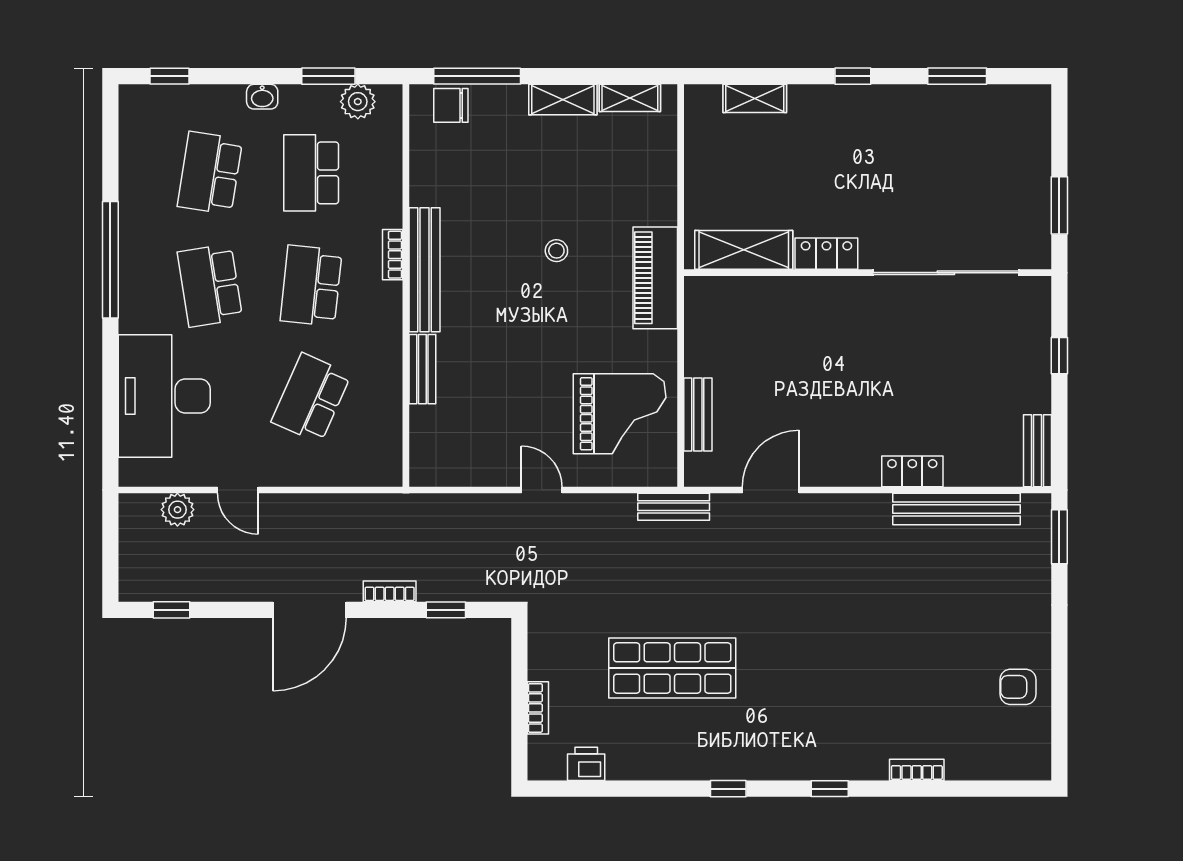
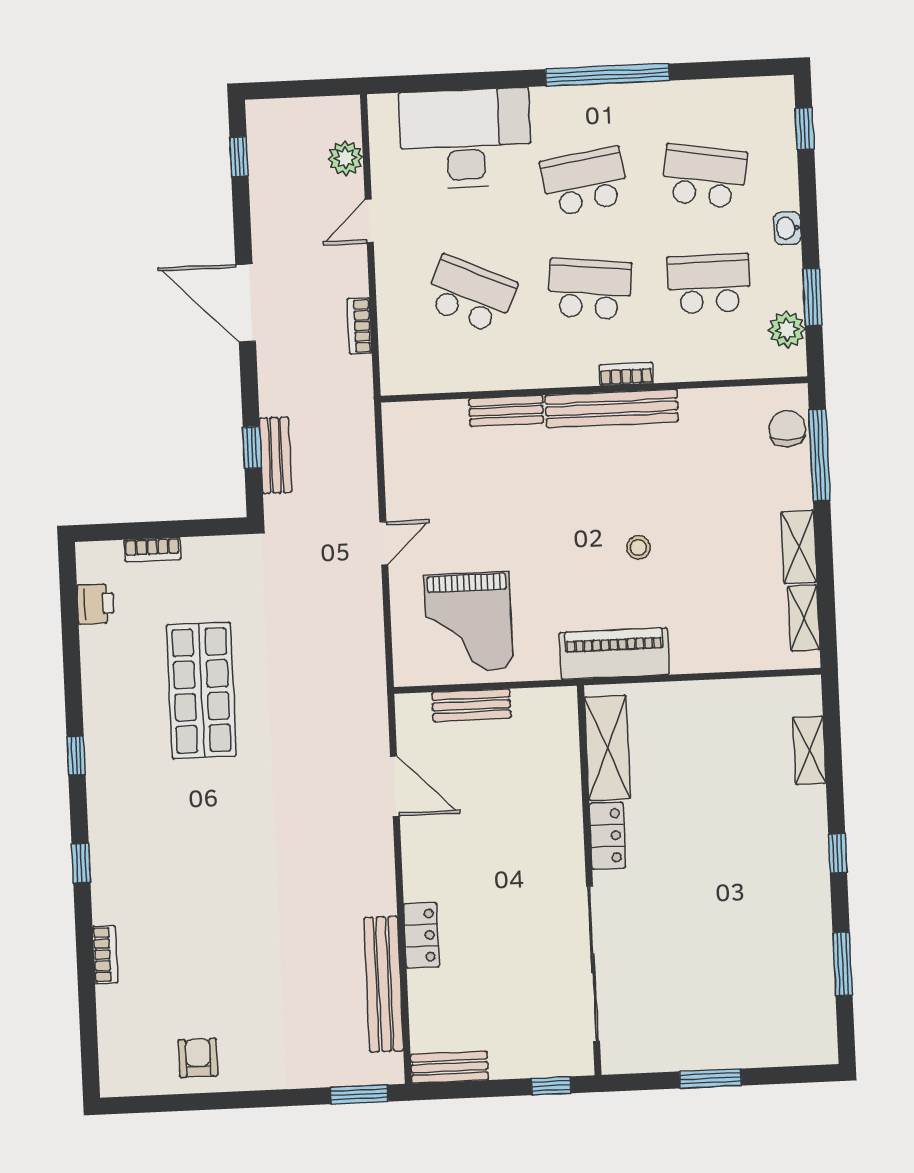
shelving: (744, 250) -> (607, 748), moved
locker: (826, 254) -> (607, 836), moved
wall: (868, 273) -> (589, 880), moved
sliding door: (946, 273) -> (593, 963), moved
bench: (674, 507) -> (276, 455), moved
bookcase: (390, 591) -> (359, 326), moved, turned 180

